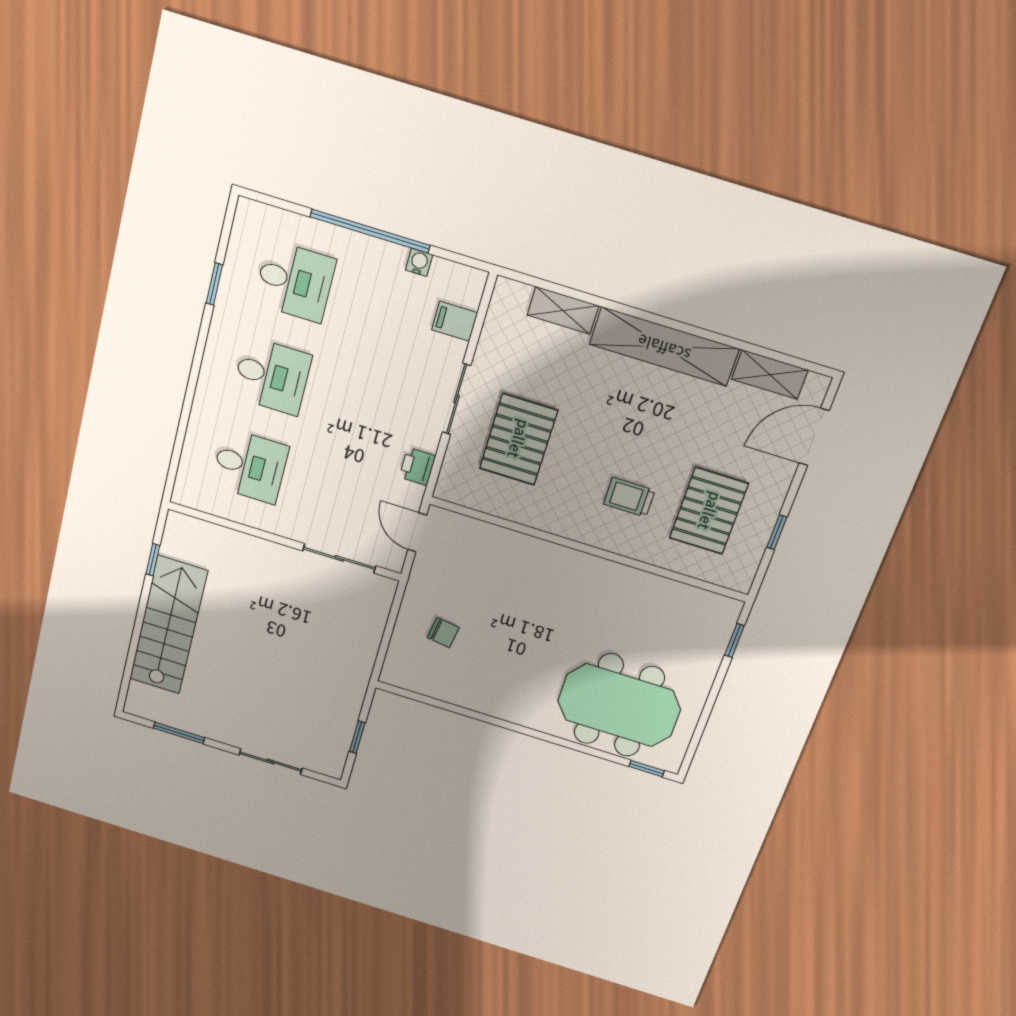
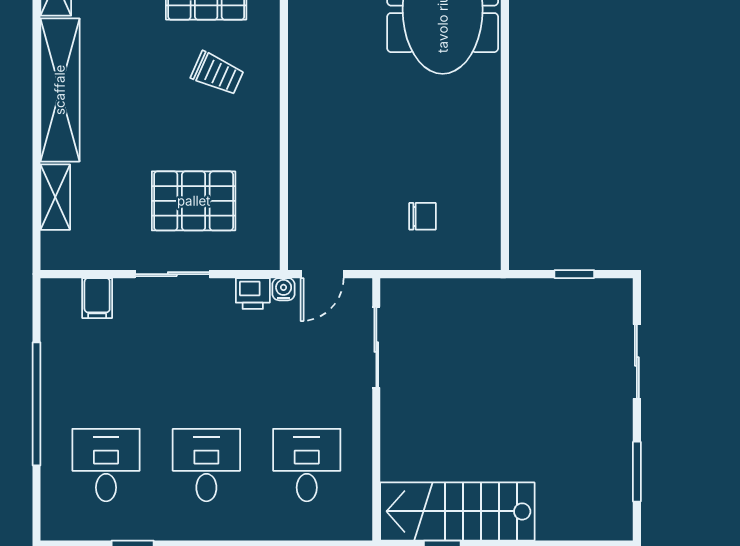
water cooler: (419, 262) -> (284, 289), moved, turned 90
trolley: (629, 497) -> (217, 73), turned -66
stairs: (168, 625) -> (457, 511), moved
chair: (443, 633) -> (422, 216), turned 82

